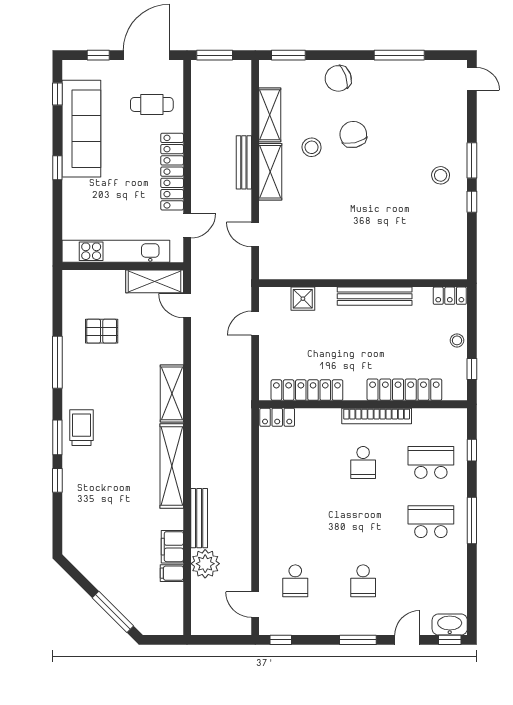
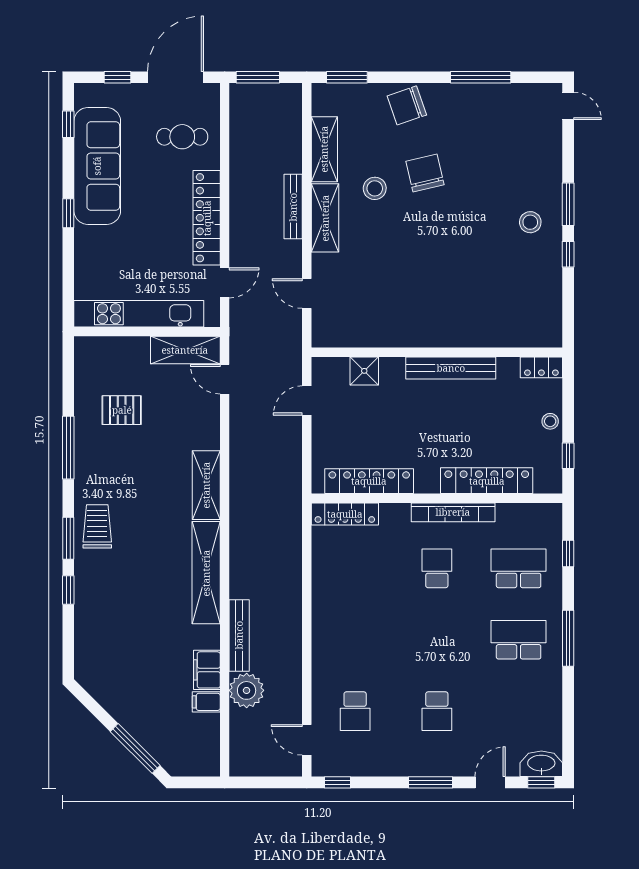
locker: (277, 417) -> (345, 514), width x1.53
school desk: (363, 462) -> (437, 568), turned 180

